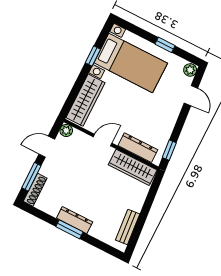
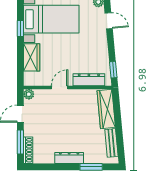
wardrobe: (85, 100) -> (32, 57), width x0.67
wardrobe: (133, 167) -> (106, 109), moved, turned 85
window: (69, 229) -> (91, 167), moved

